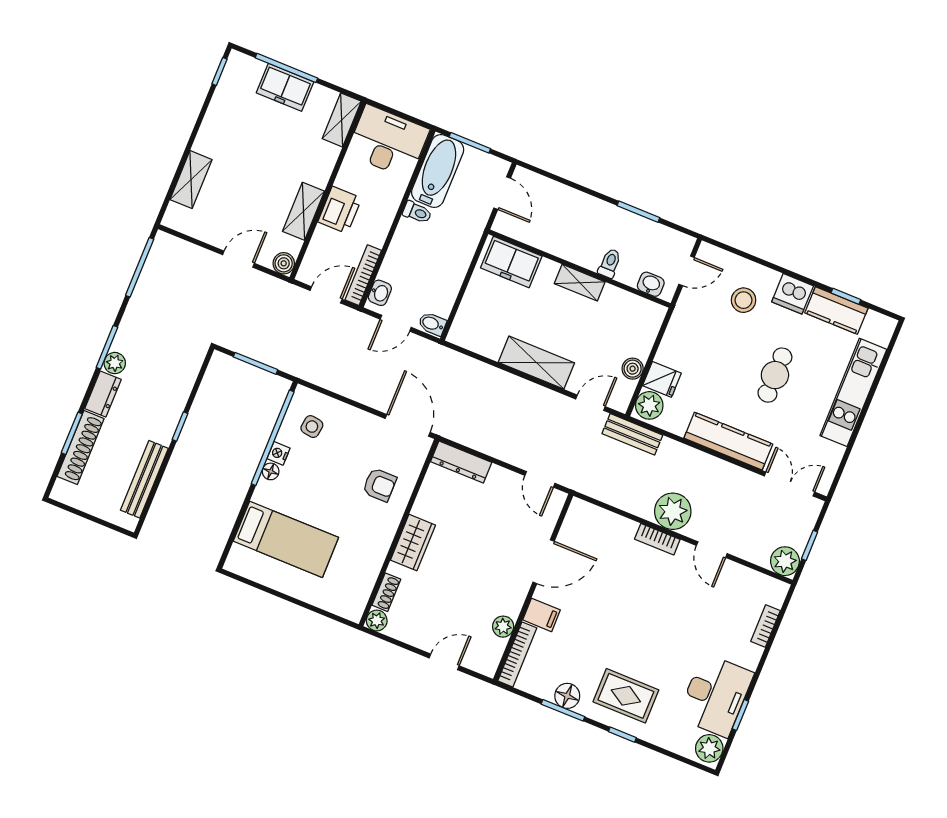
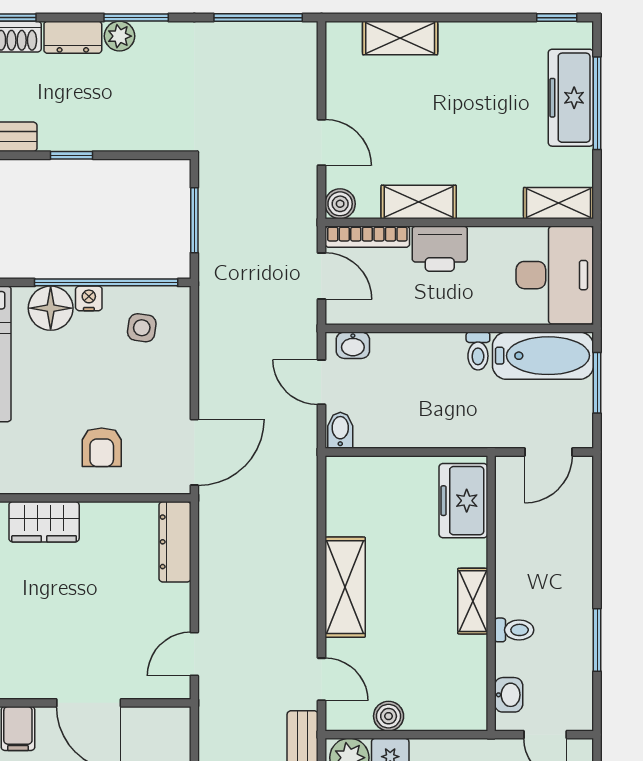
freezer: (285, 87) -> (571, 98), width x1.40
bookcase: (363, 275) -> (367, 237), moved, turned 180
floor lamp: (271, 471) -> (51, 308), width x1.89, depth x1.89

